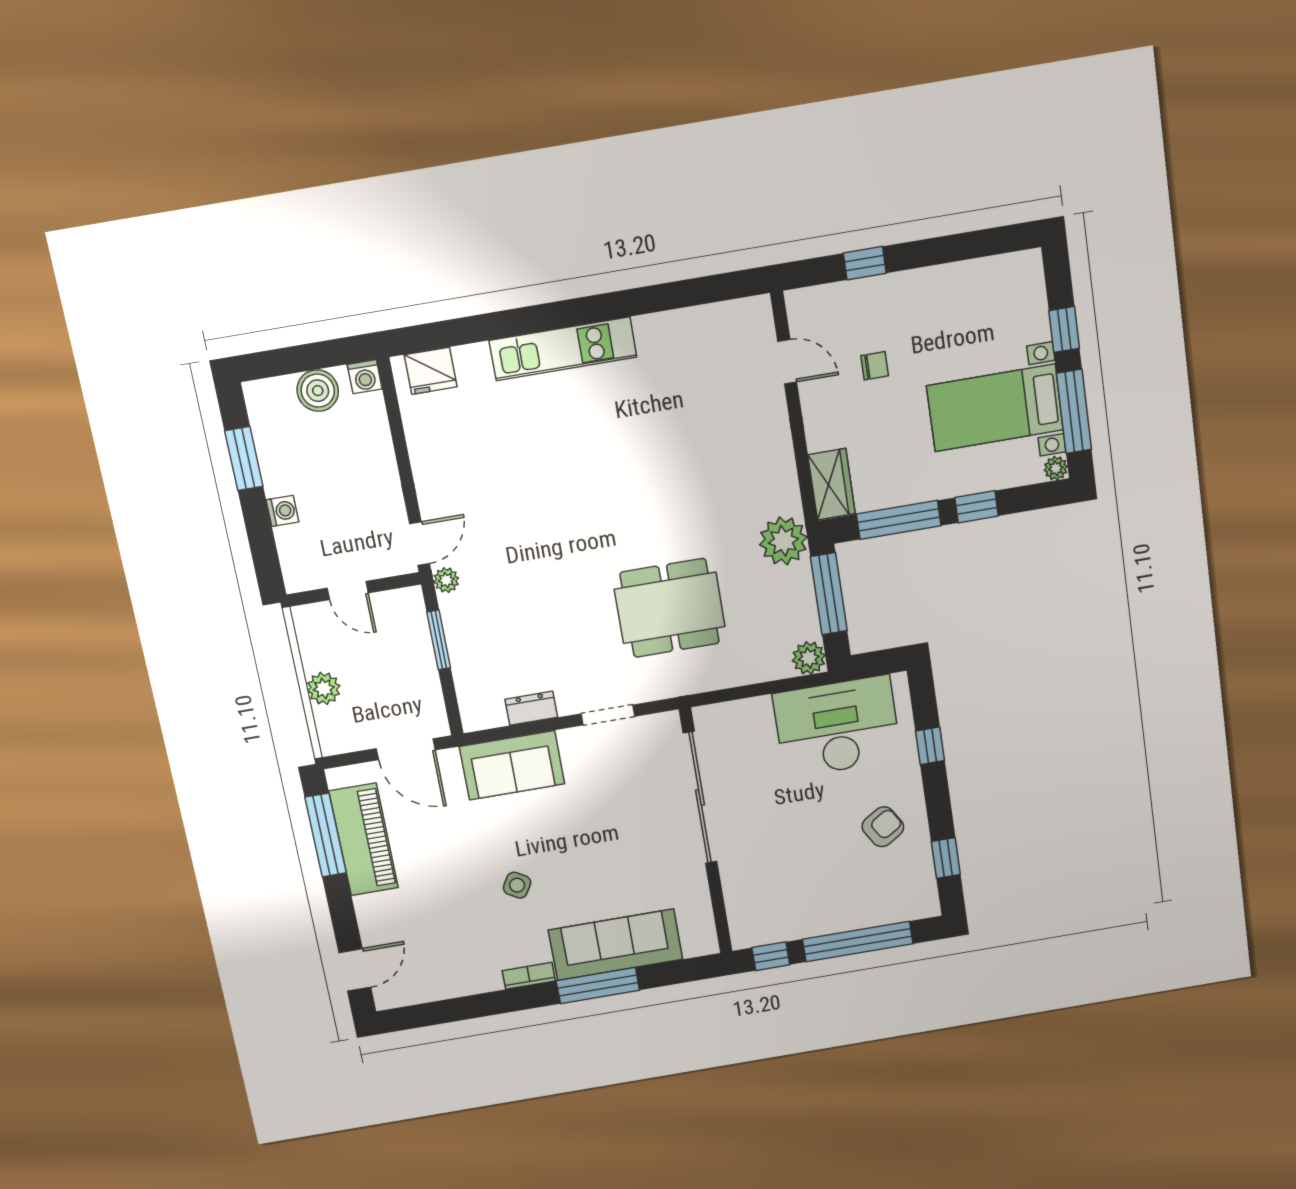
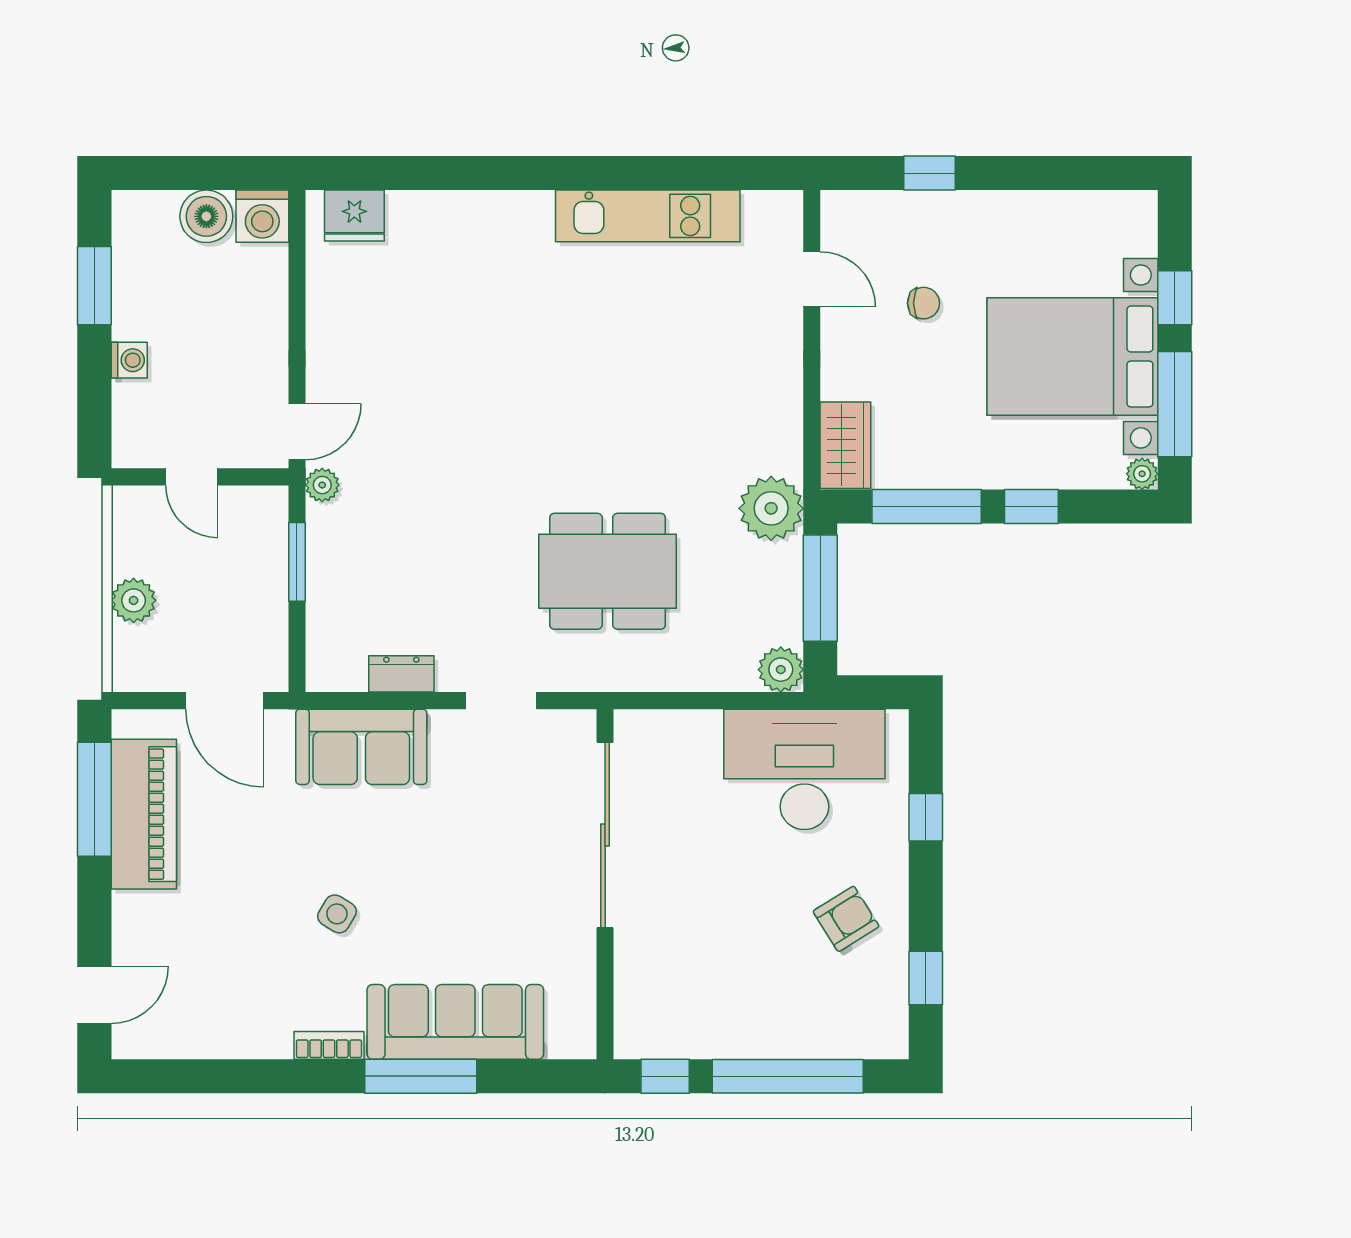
kitchen unit: (563, 349) -> (648, 216), moved
washing machine: (365, 377) -> (262, 216), width x1.38, depth x1.38
bed with nightstands: (995, 408) -> (1073, 356), width x1.36

